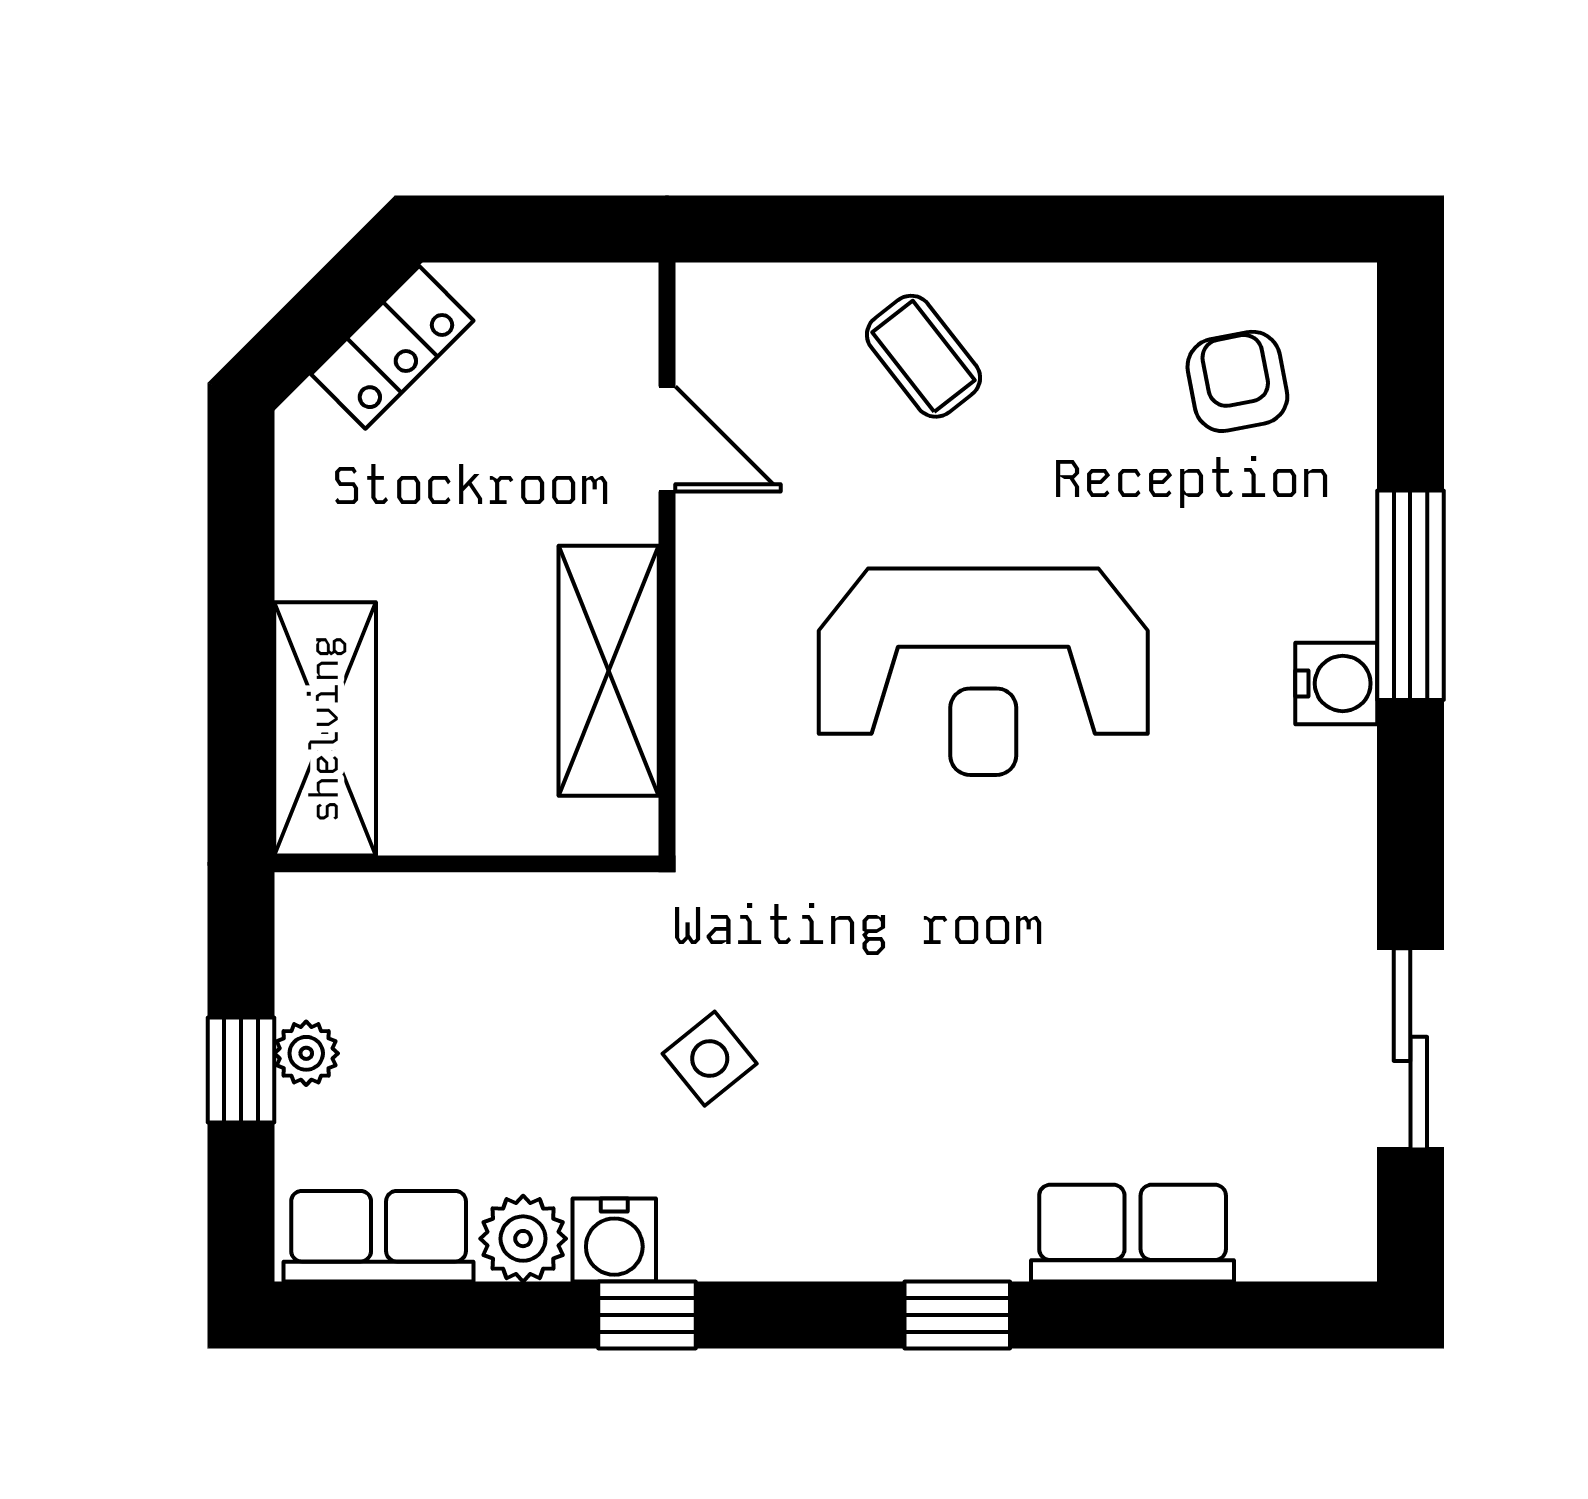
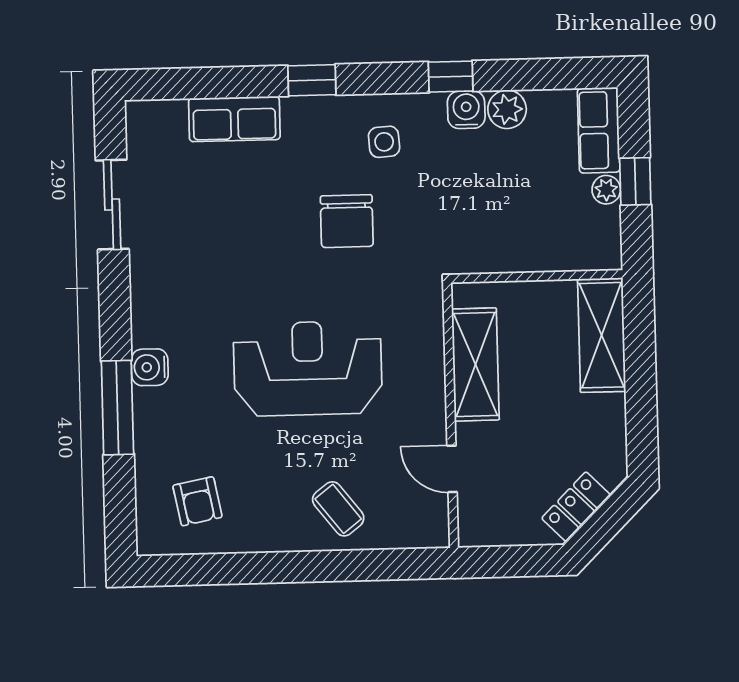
chair: (887, 998) -> (347, 221), added
side table: (710, 1059) -> (384, 142), moved, turned 35
row of seats: (379, 1236) -> (599, 130), moved, turned 90

